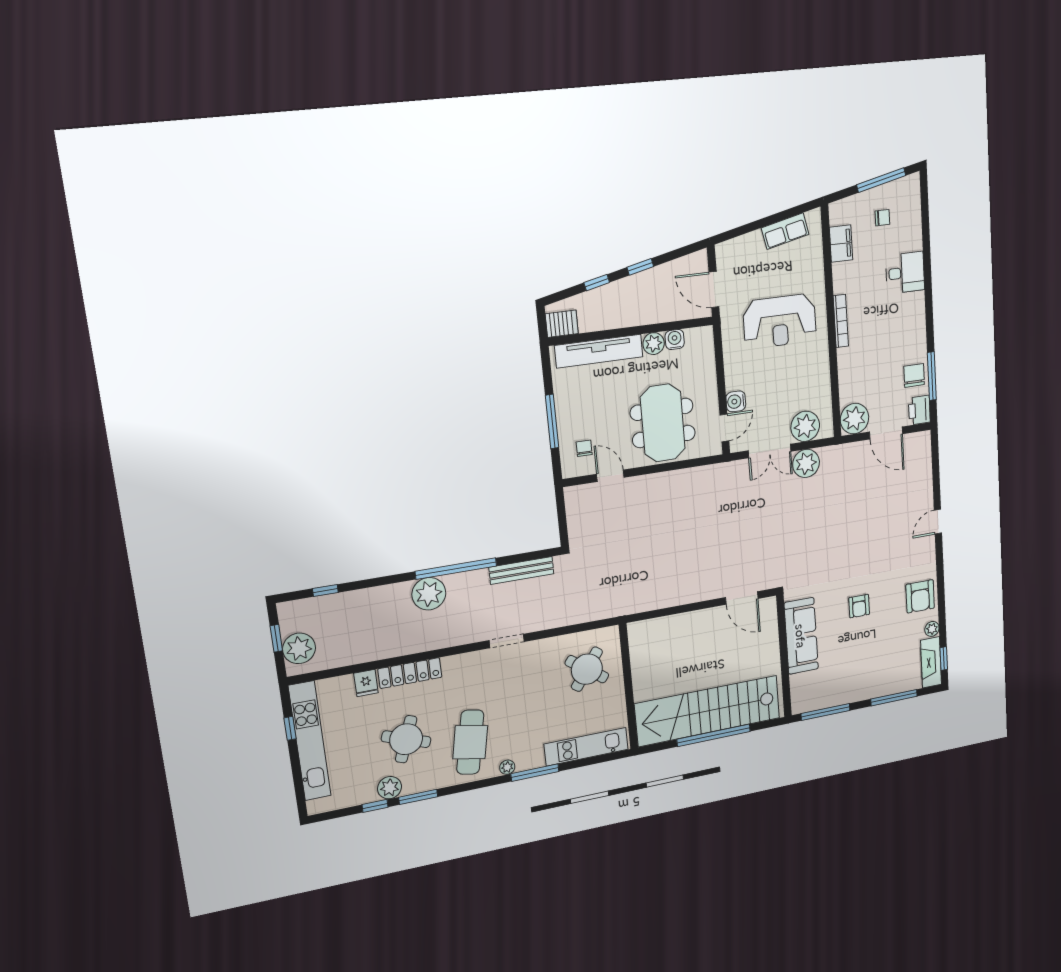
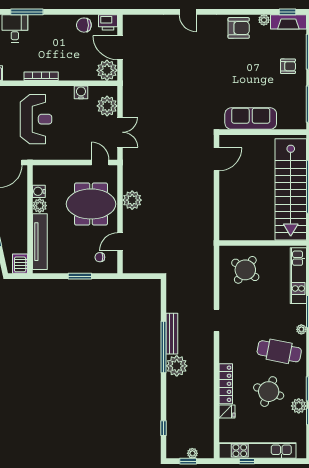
window: (932, 376) -> (27, 12), moved
water cooler: (736, 401) -> (81, 92), moved, turned 180
window: (552, 421) -> (80, 276), width x0.69
door: (886, 433) -> (120, 48), swing flipped
plant: (806, 463) -> (132, 200), moved
bench: (521, 571) -> (172, 334), moved
armchair: (859, 606) -> (288, 66), moved
plant: (299, 648) -> (192, 453), width x0.53, depth x0.53

